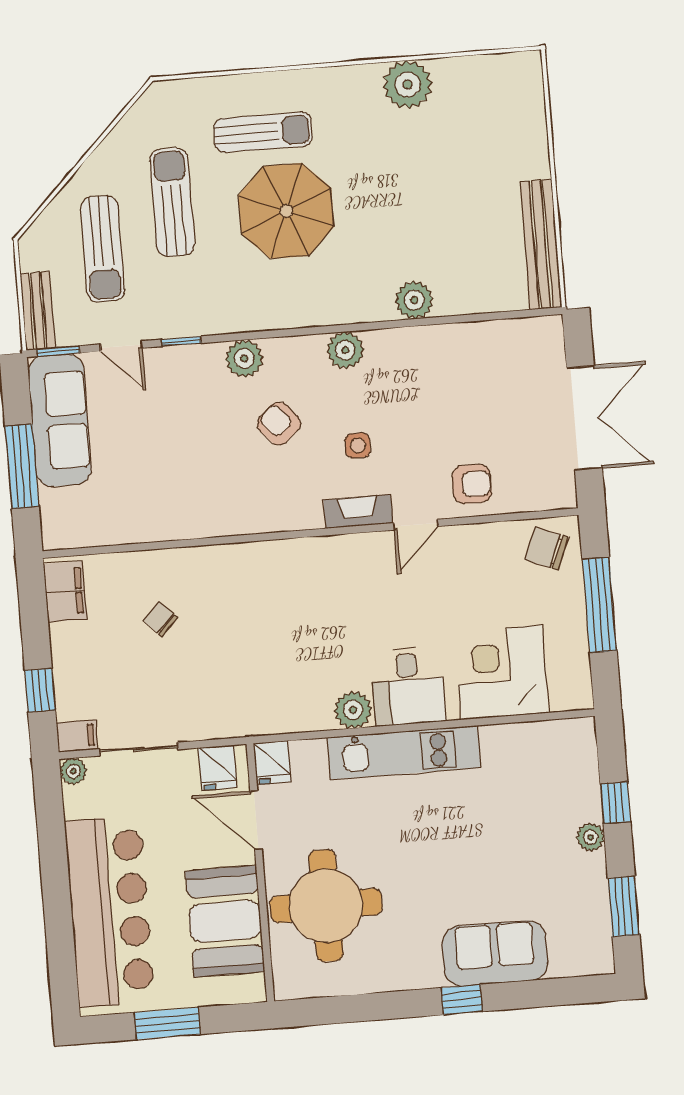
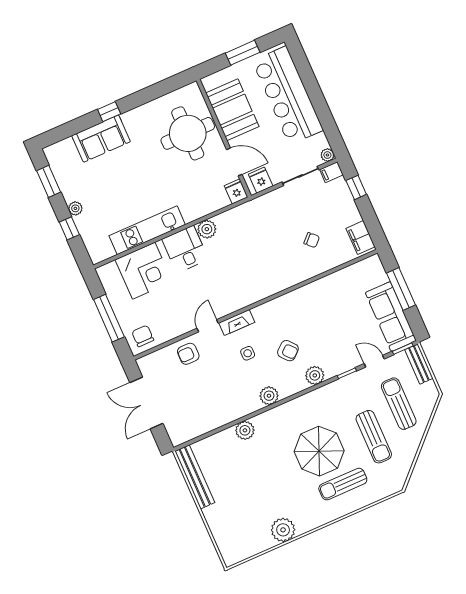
chair: (547, 548) -> (143, 336), turned -112
kitchen unit: (404, 753) -> (147, 230), moved

